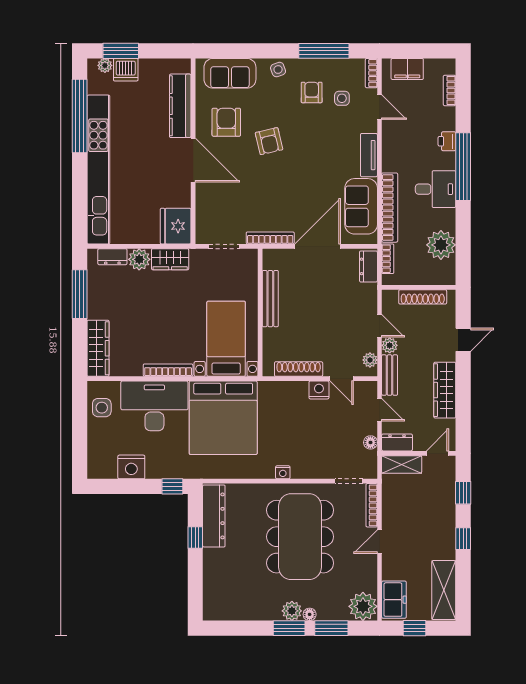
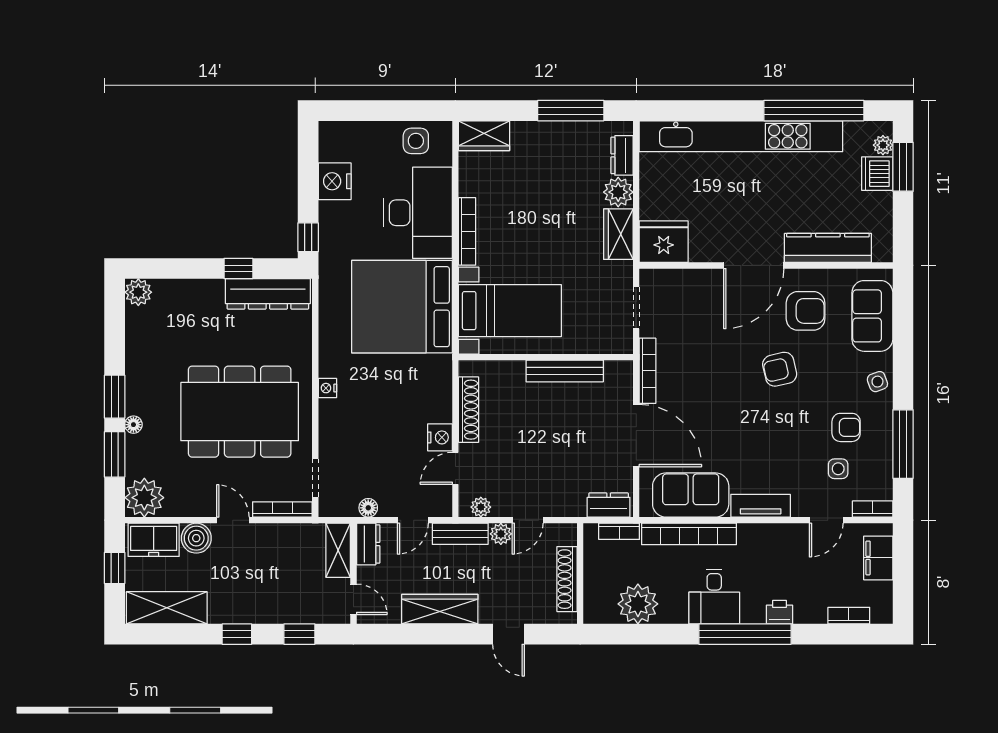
wardrobe: (98, 348) -> (484, 136), width x0.67
boiler: (393, 568) -> (196, 538), added
plant: (292, 611) -> (138, 292), moved

